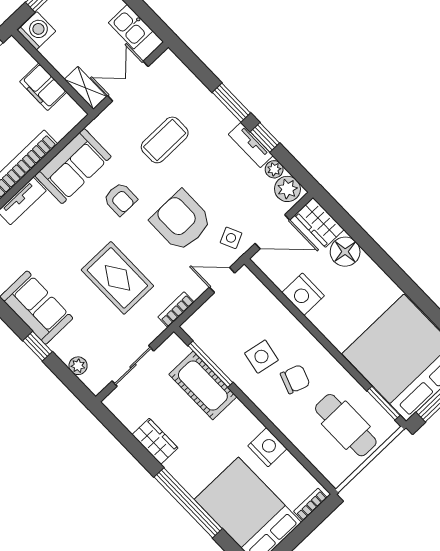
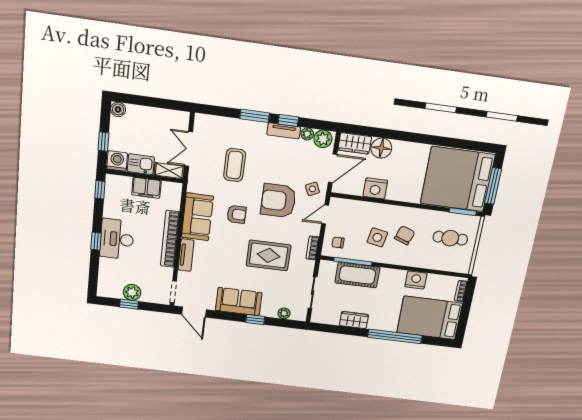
kitchen sink: (131, 27) -> (141, 164), moved, turned 180
chair: (211, 326) -> (338, 242), added
cafe table: (346, 425) -> (450, 238), width x0.73, depth x0.74

